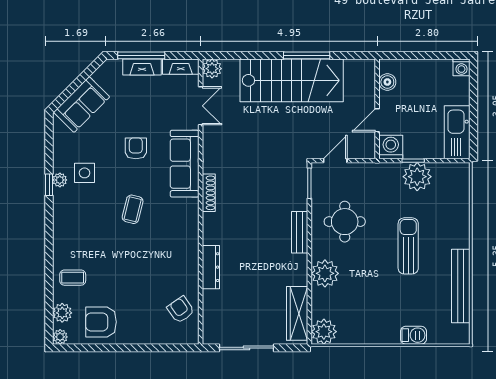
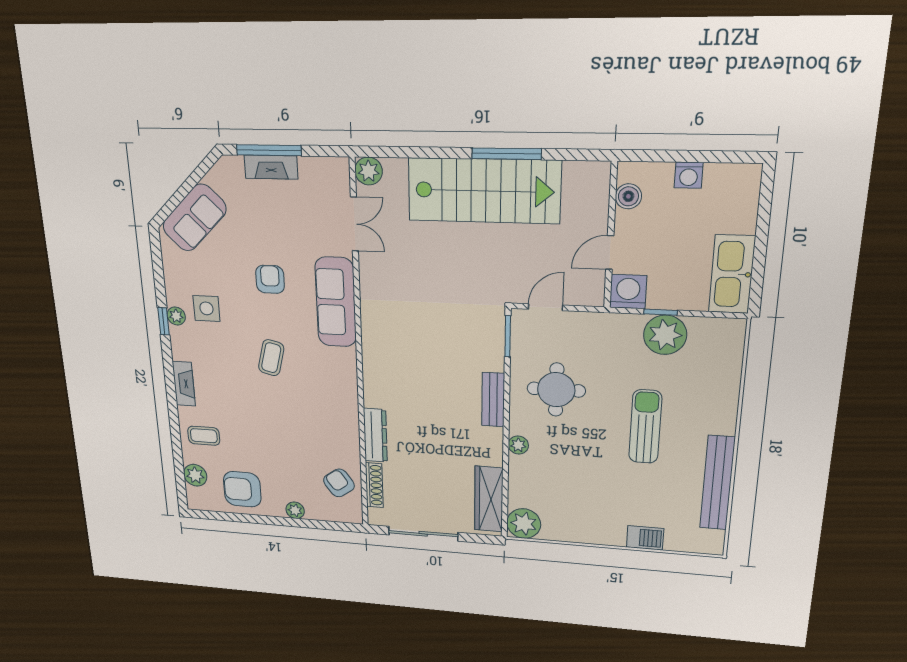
fireplace: (181, 67) -> (184, 384), moved, turned -90
washing machine: (461, 67) -> (689, 175), moved
shoe rack: (209, 193) -> (374, 485), moved
plant: (325, 273) -> (518, 445), width x0.53, depth x0.53
plant: (60, 337) -> (295, 510), moved

